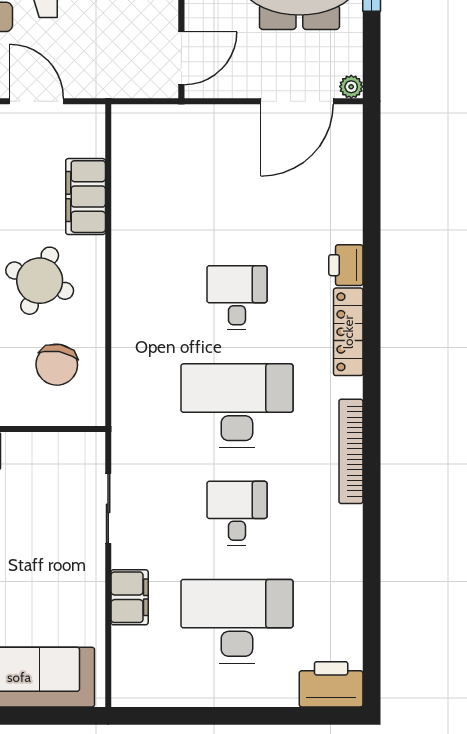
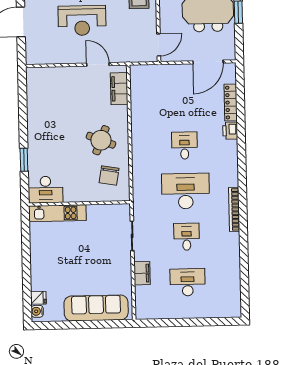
plant: (351, 87) -> (231, 55), removed
filing cabinet: (86, 197) -> (119, 89), moved
locker: (348, 332) -> (231, 103), moved
desk: (237, 621) -> (188, 282), width x0.73, depth x0.77
printer: (331, 684) -> (228, 308), removed

